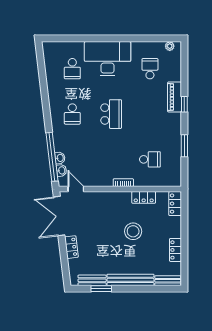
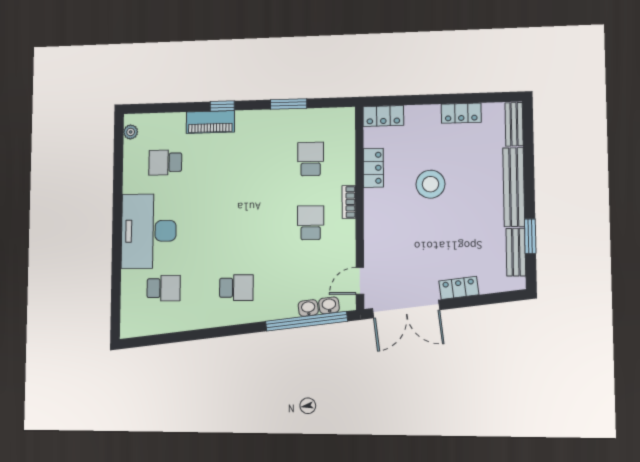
school desk: (111, 114) -> (311, 223), moved, width x0.54

